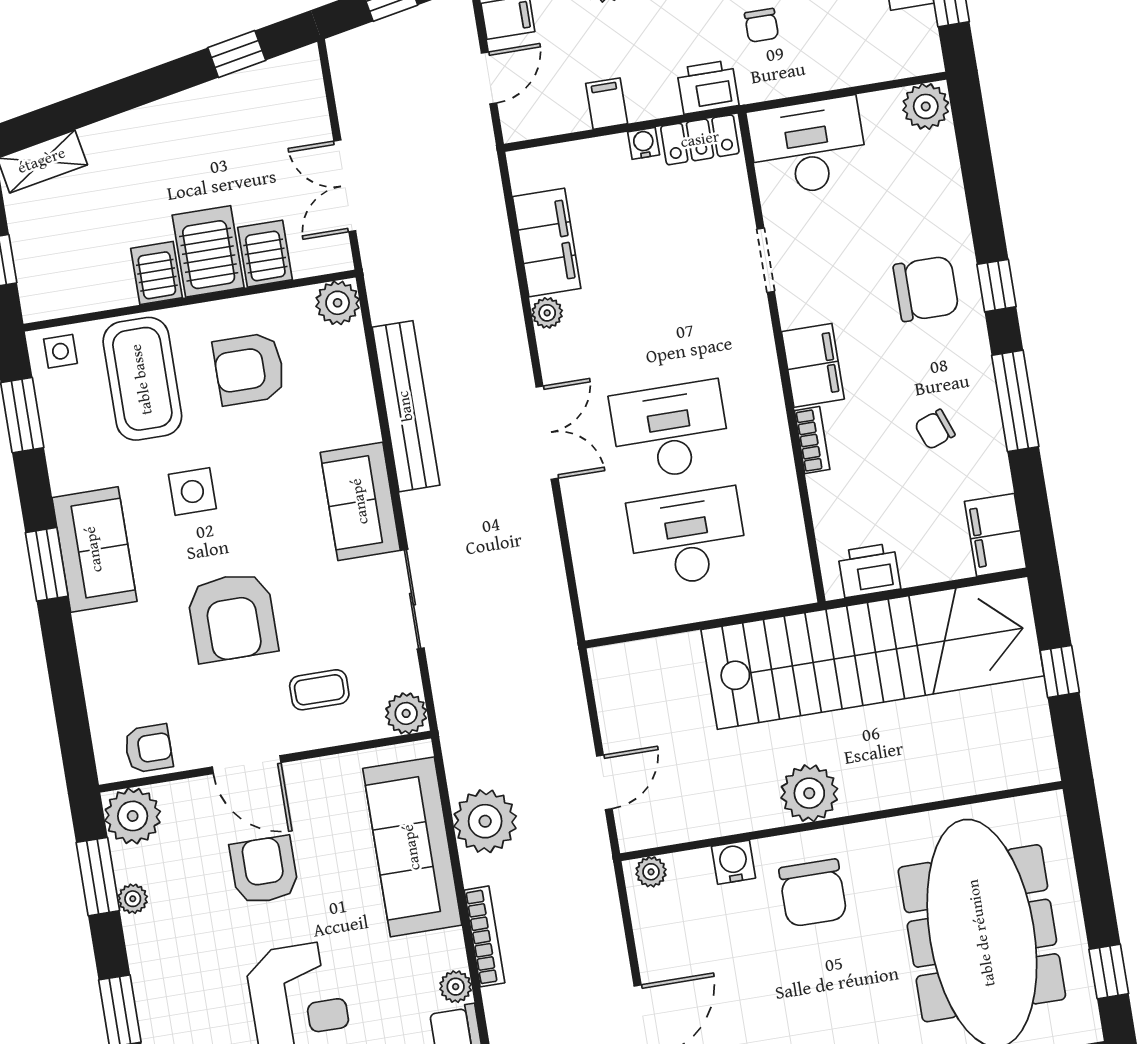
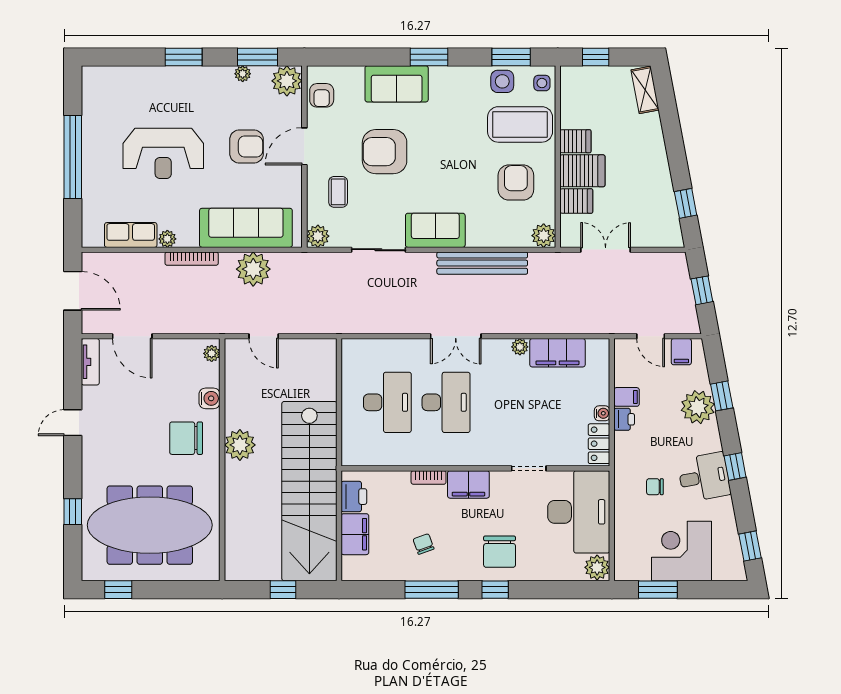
printer: (708, 87) -> (624, 419), moved, width x0.73, depth x0.81
desk: (808, 147) -> (579, 512), width x1.36, depth x1.30
side table: (192, 492) -> (502, 81), moved
filing cabinet: (995, 535) -> (355, 534), moved, turned 90
sofa: (94, 549) -> (397, 84), moved

